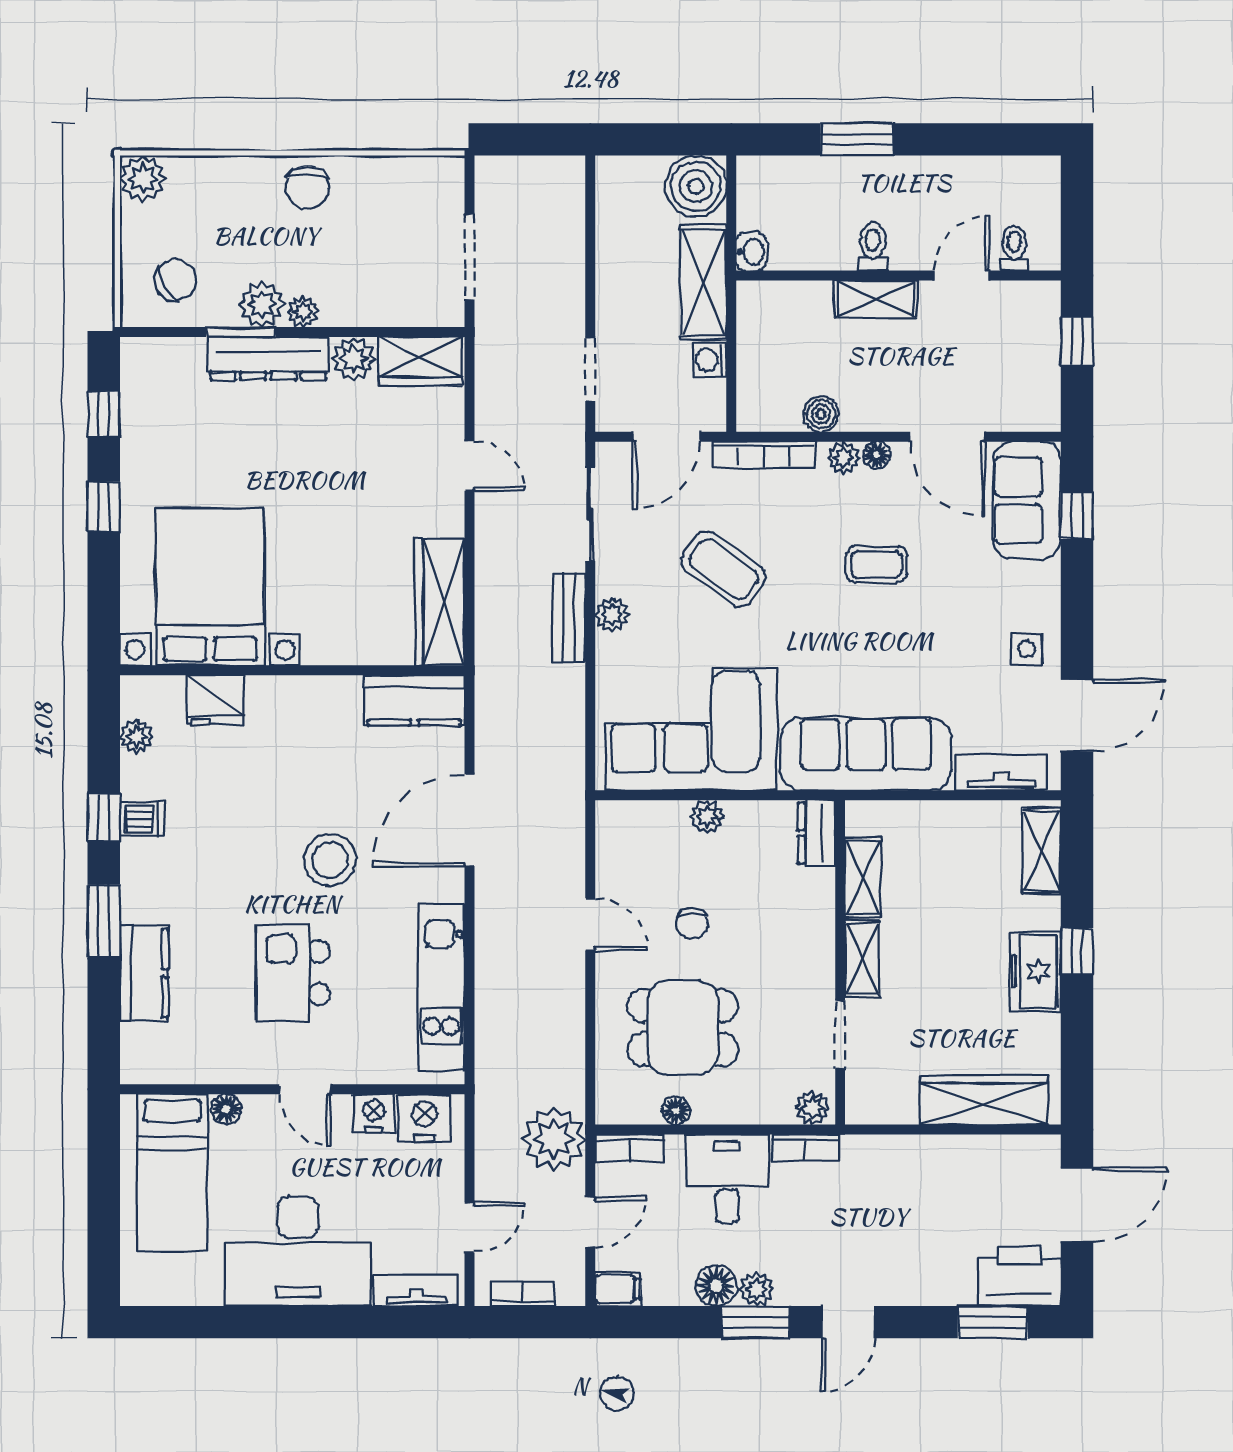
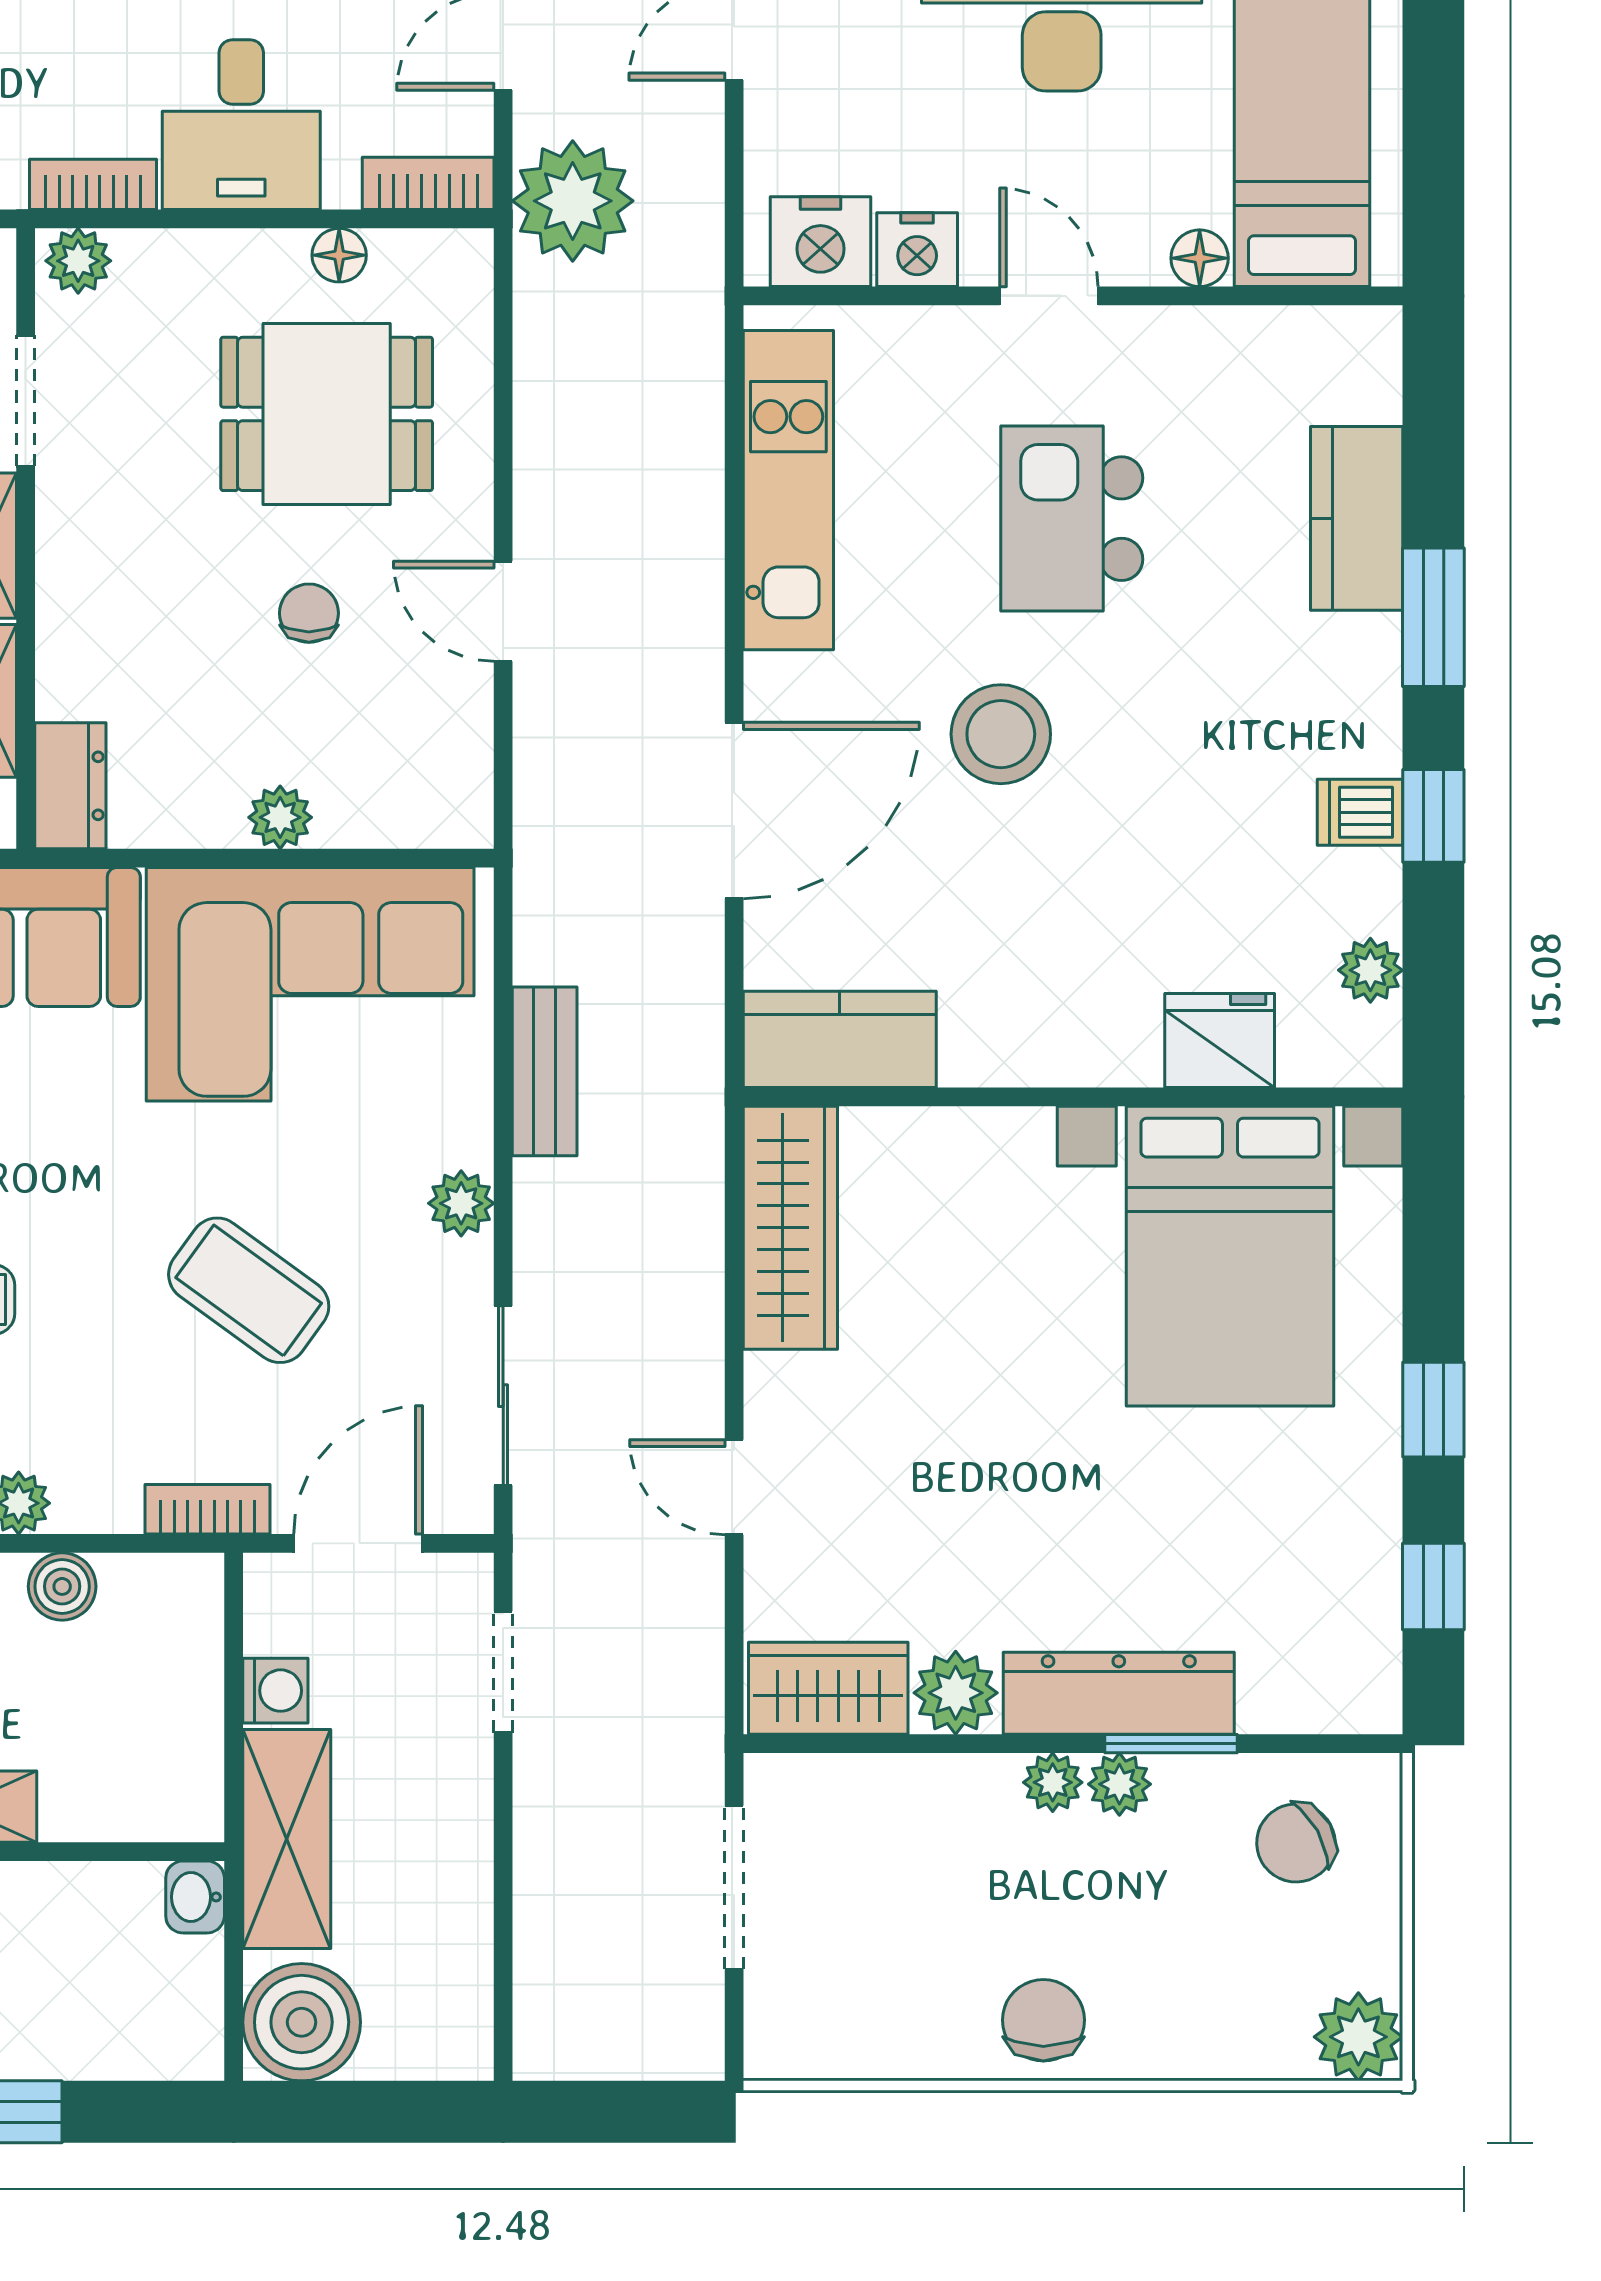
plant: (262, 305) -> (1119, 1784), width x0.73, depth x0.73
bookcase: (763, 455) -> (207, 1509), width x0.64
bench: (569, 618) -> (545, 1071), moved
kitchen island: (293, 973) -> (1072, 519), turned 180

